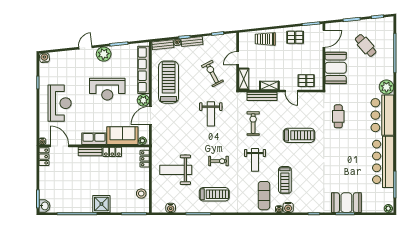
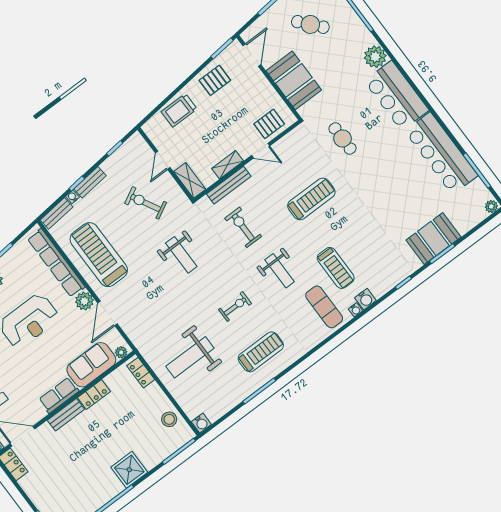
water cooler: (171, 208) -> (201, 423), moved

